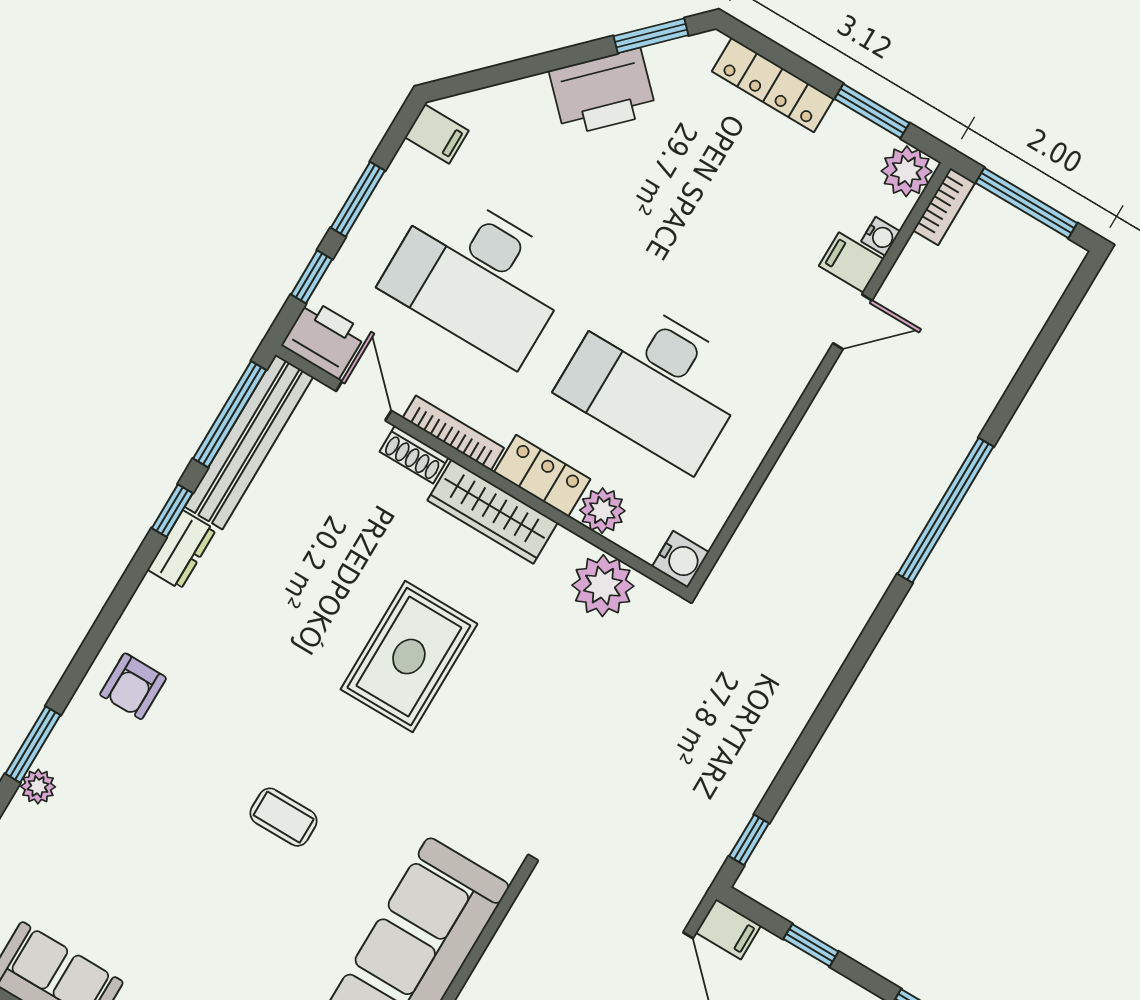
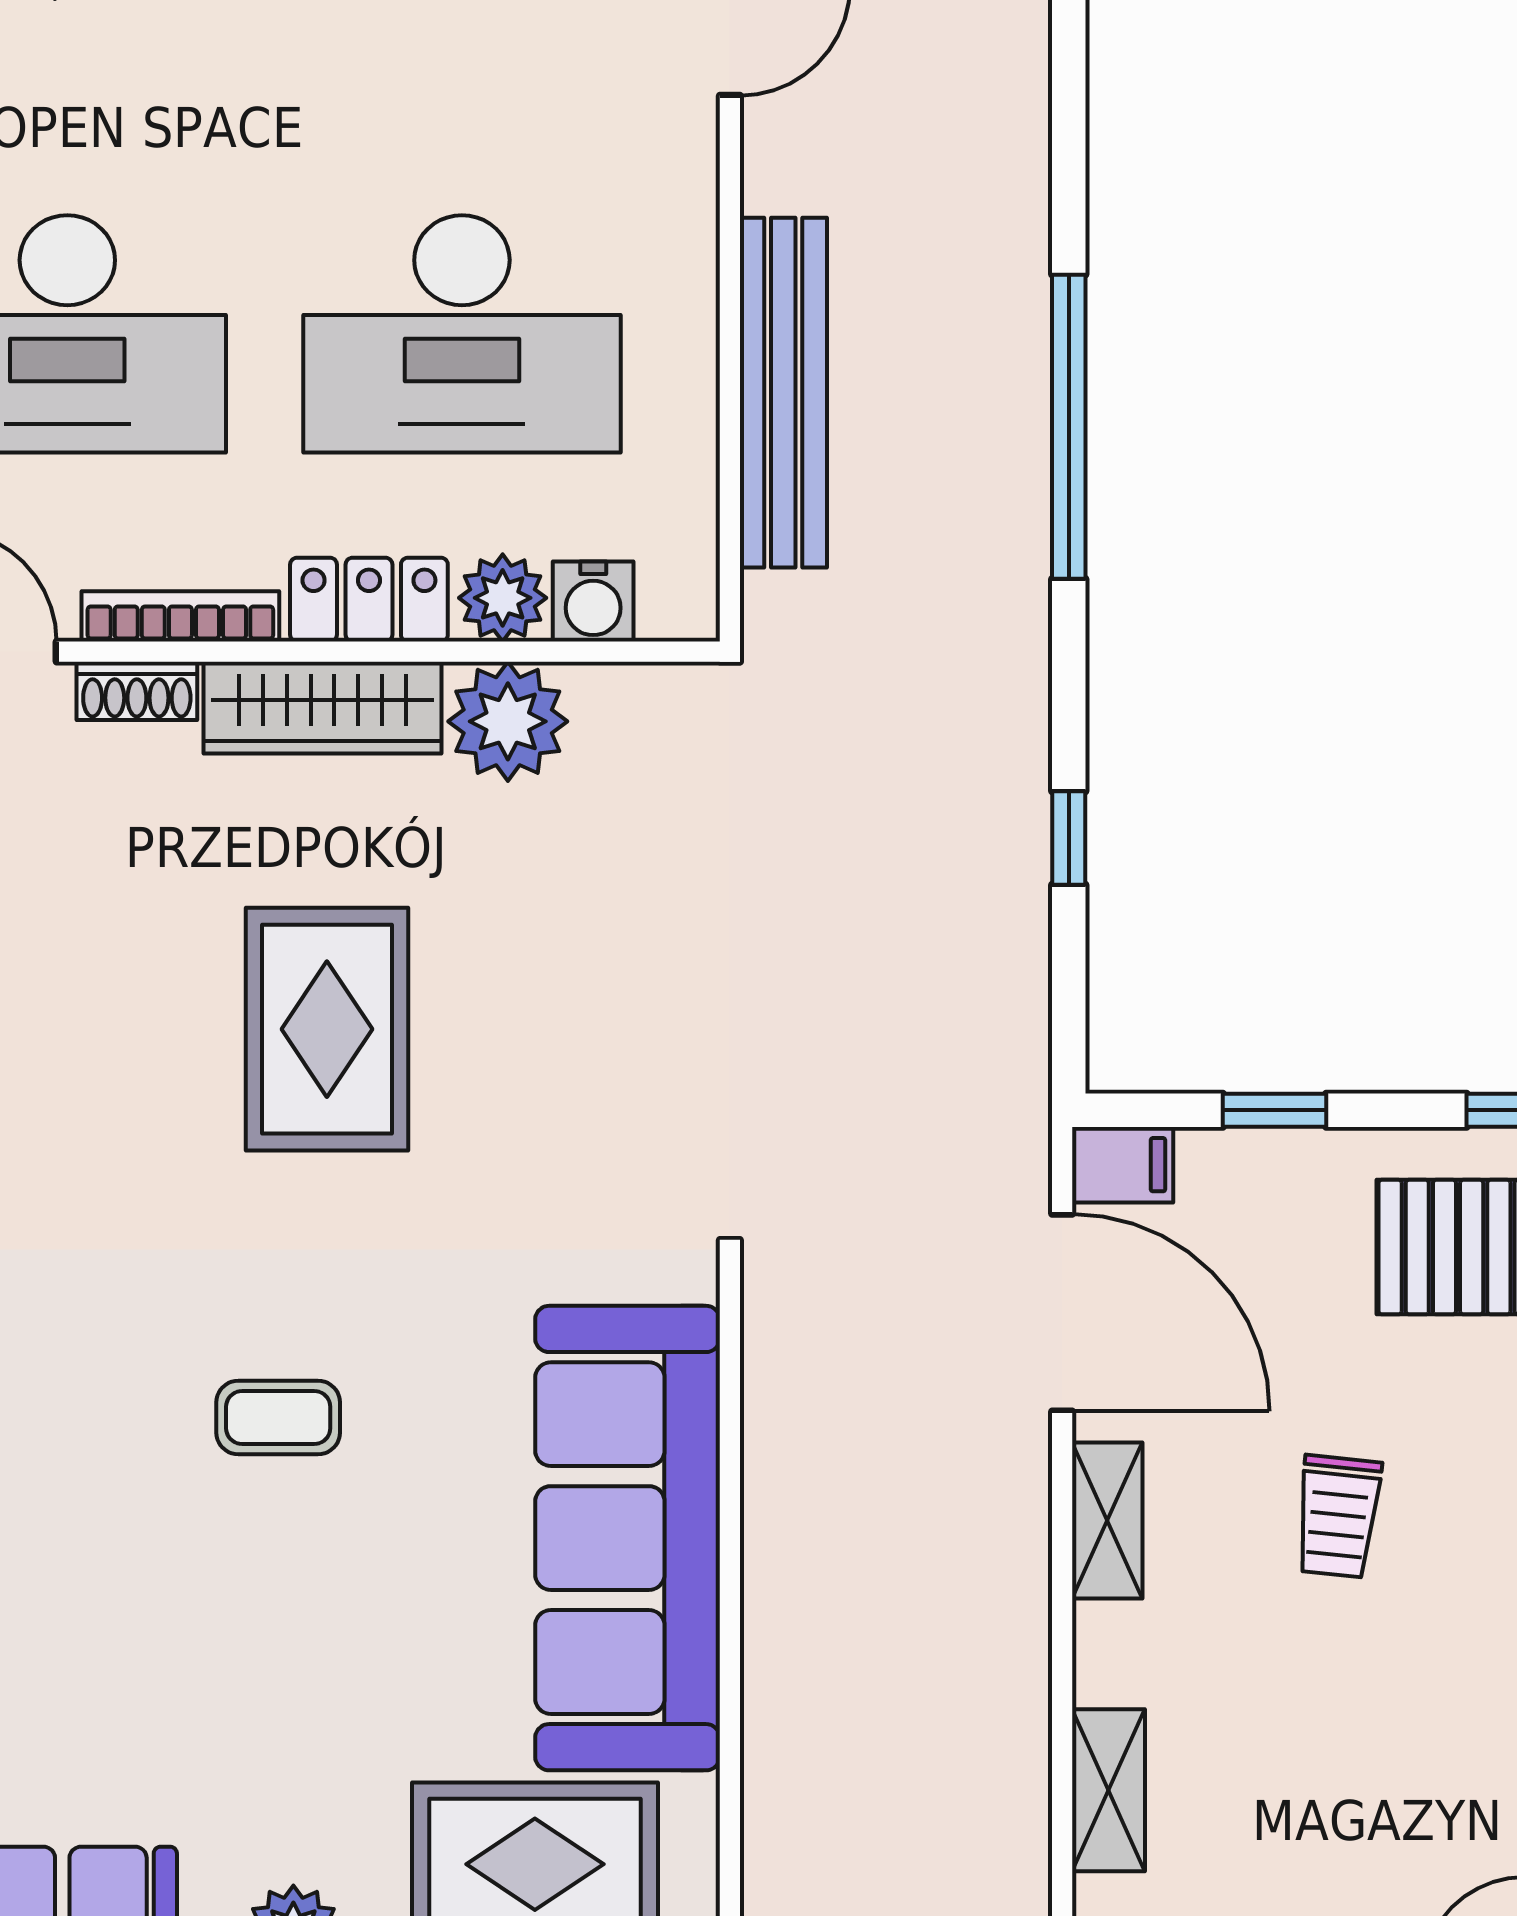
bench: (782, 494) -> (783, 393), added
window: (946, 510) -> (1069, 427), moved
water cooler: (681, 559) -> (593, 601), moved, turned 90
plant: (603, 586) -> (508, 721), moved
window: (749, 840) -> (1069, 838), moved

